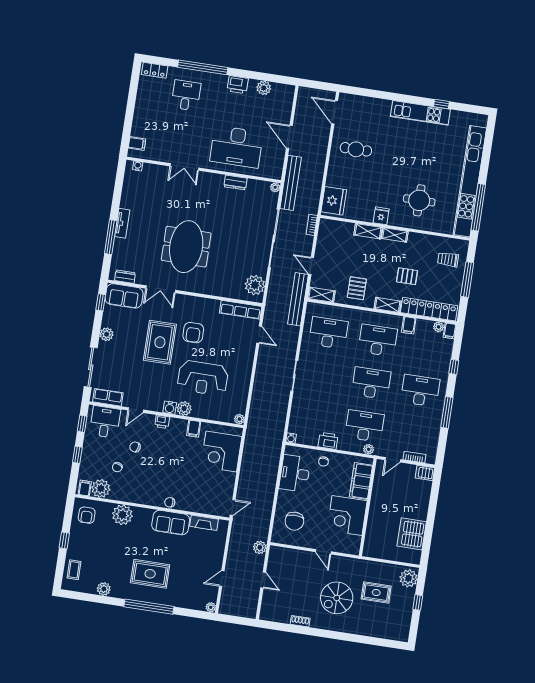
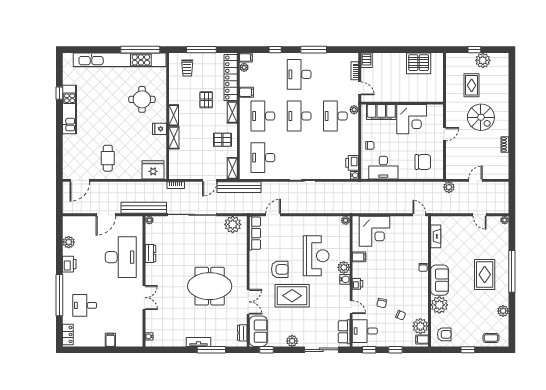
filing cabinet: (137, 143) -> (110, 340), moved
printer: (328, 441) -> (352, 163), moved
sofa: (171, 522) -> (440, 280), moved
plant: (409, 578) -> (483, 60), moved

